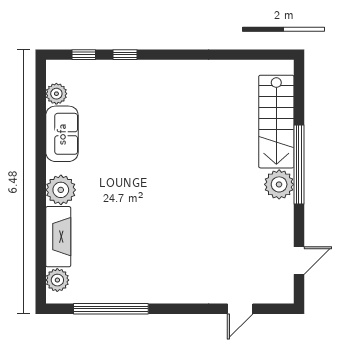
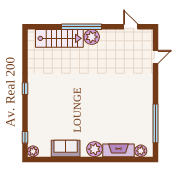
window: (125, 55) -> (25, 89), moved
plant: (56, 94) -> (33, 151), moved
door: (240, 309) -> (156, 57), hinge flipped

